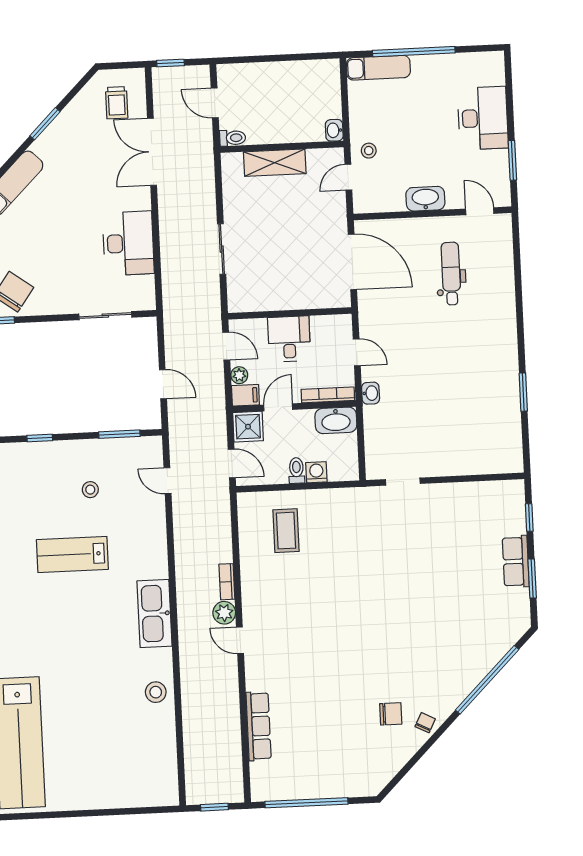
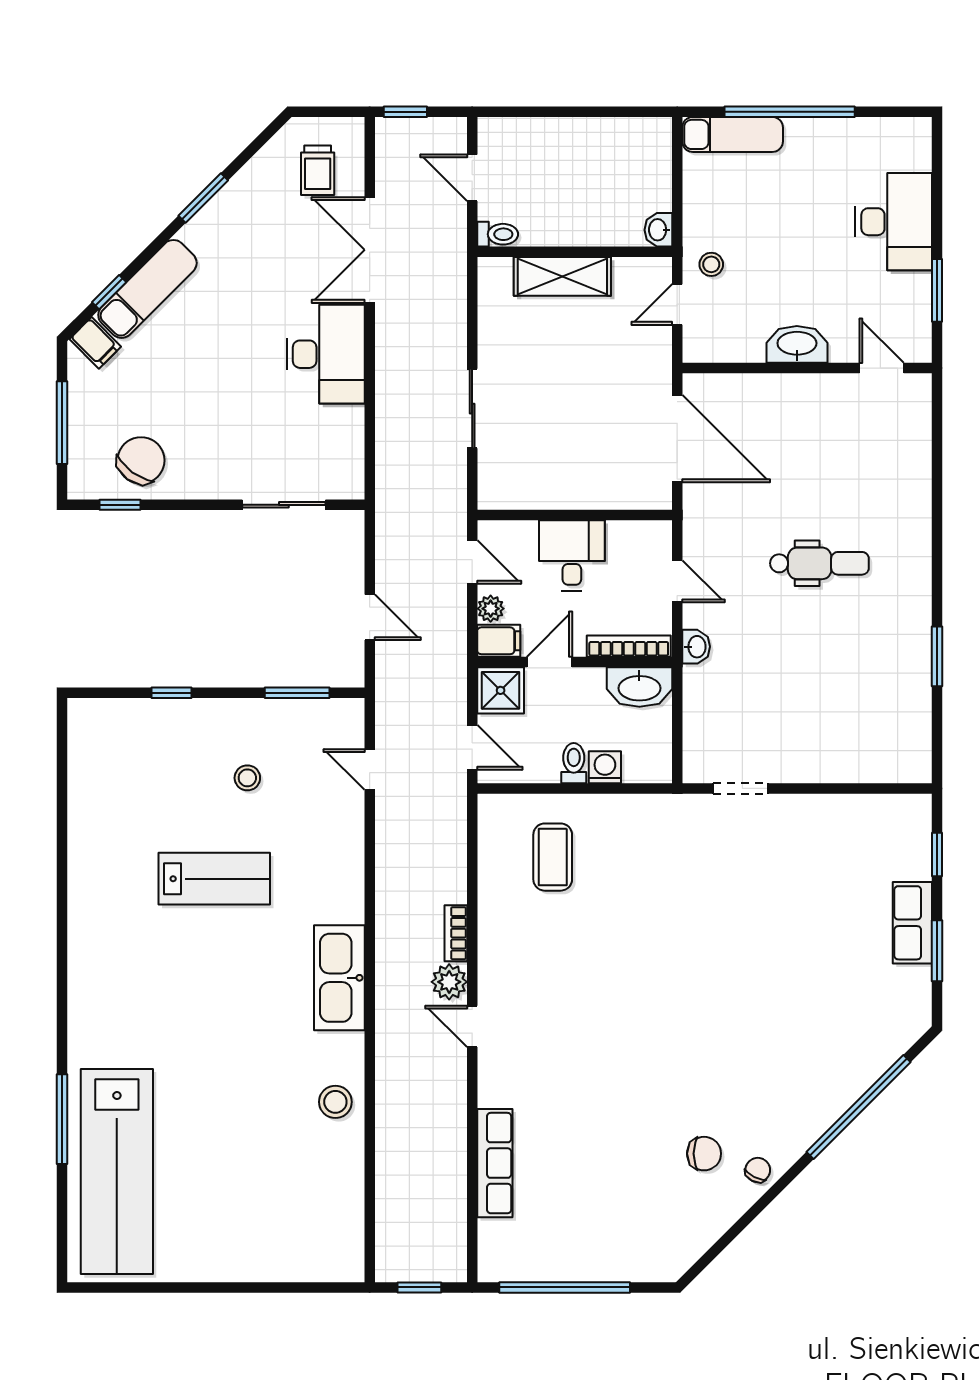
desk: (128, 243) -> (326, 354), moved
dental chair: (451, 274) -> (819, 563), moved, turned 90
lab bench: (72, 554) -> (214, 879), turned 180

